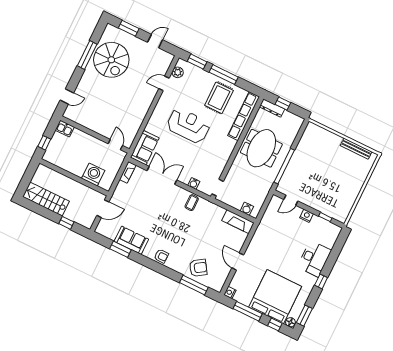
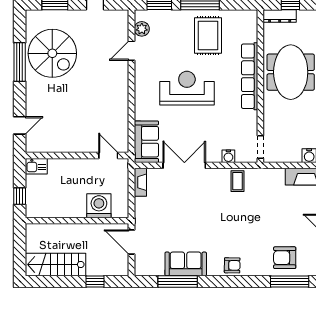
row of seats: (244, 116) -> (250, 76), moved
door: (103, 209) -> (131, 242), swing flipped
window: (120, 249) -> (178, 282), width x1.44
armchair: (198, 268) -> (285, 258), turned -146

